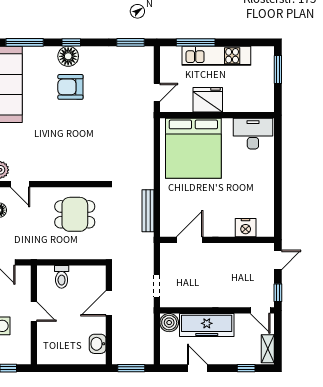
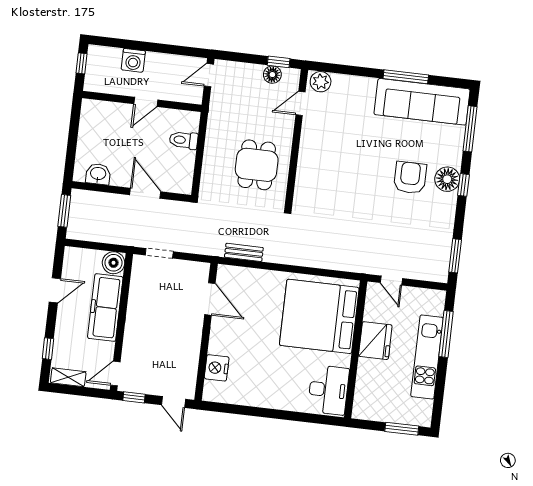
bench: (148, 211) -> (244, 252), width x0.73

